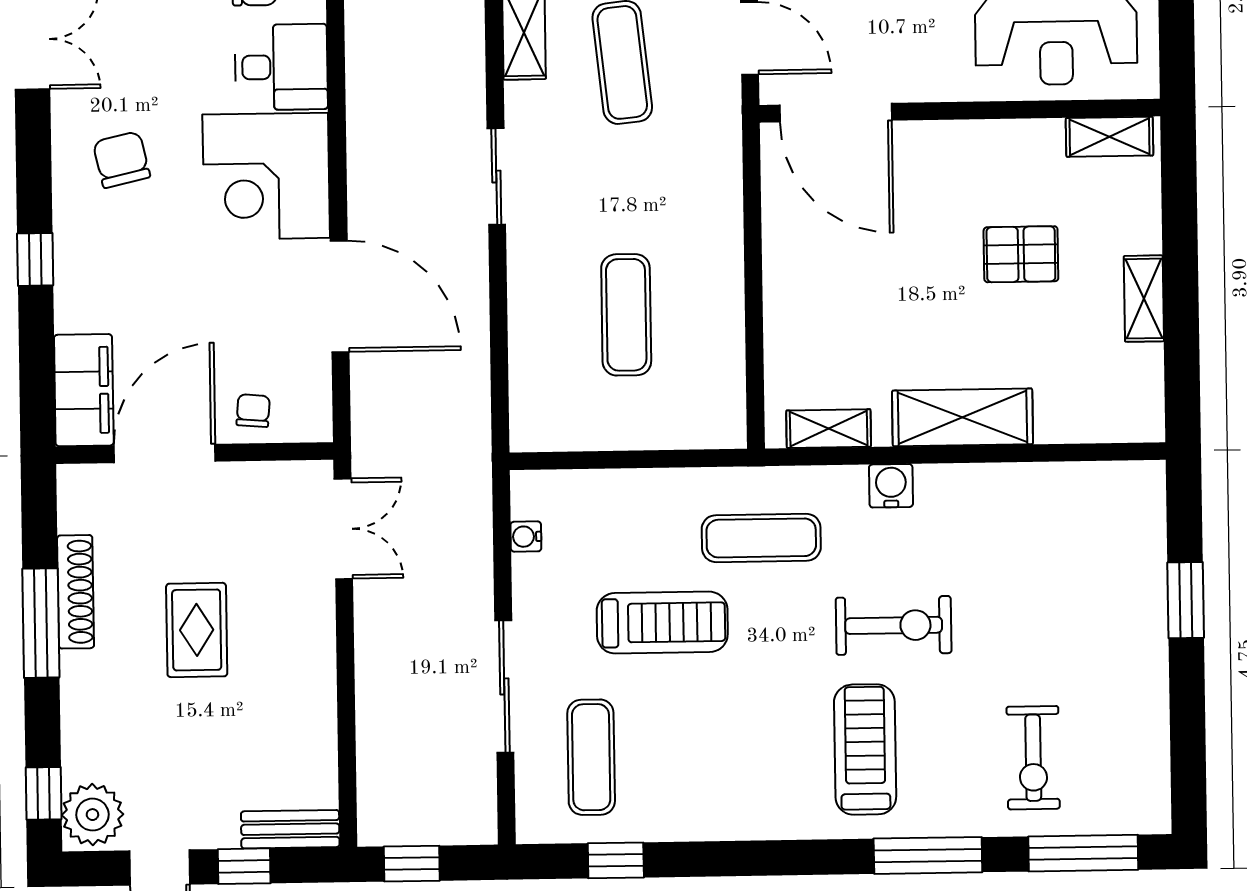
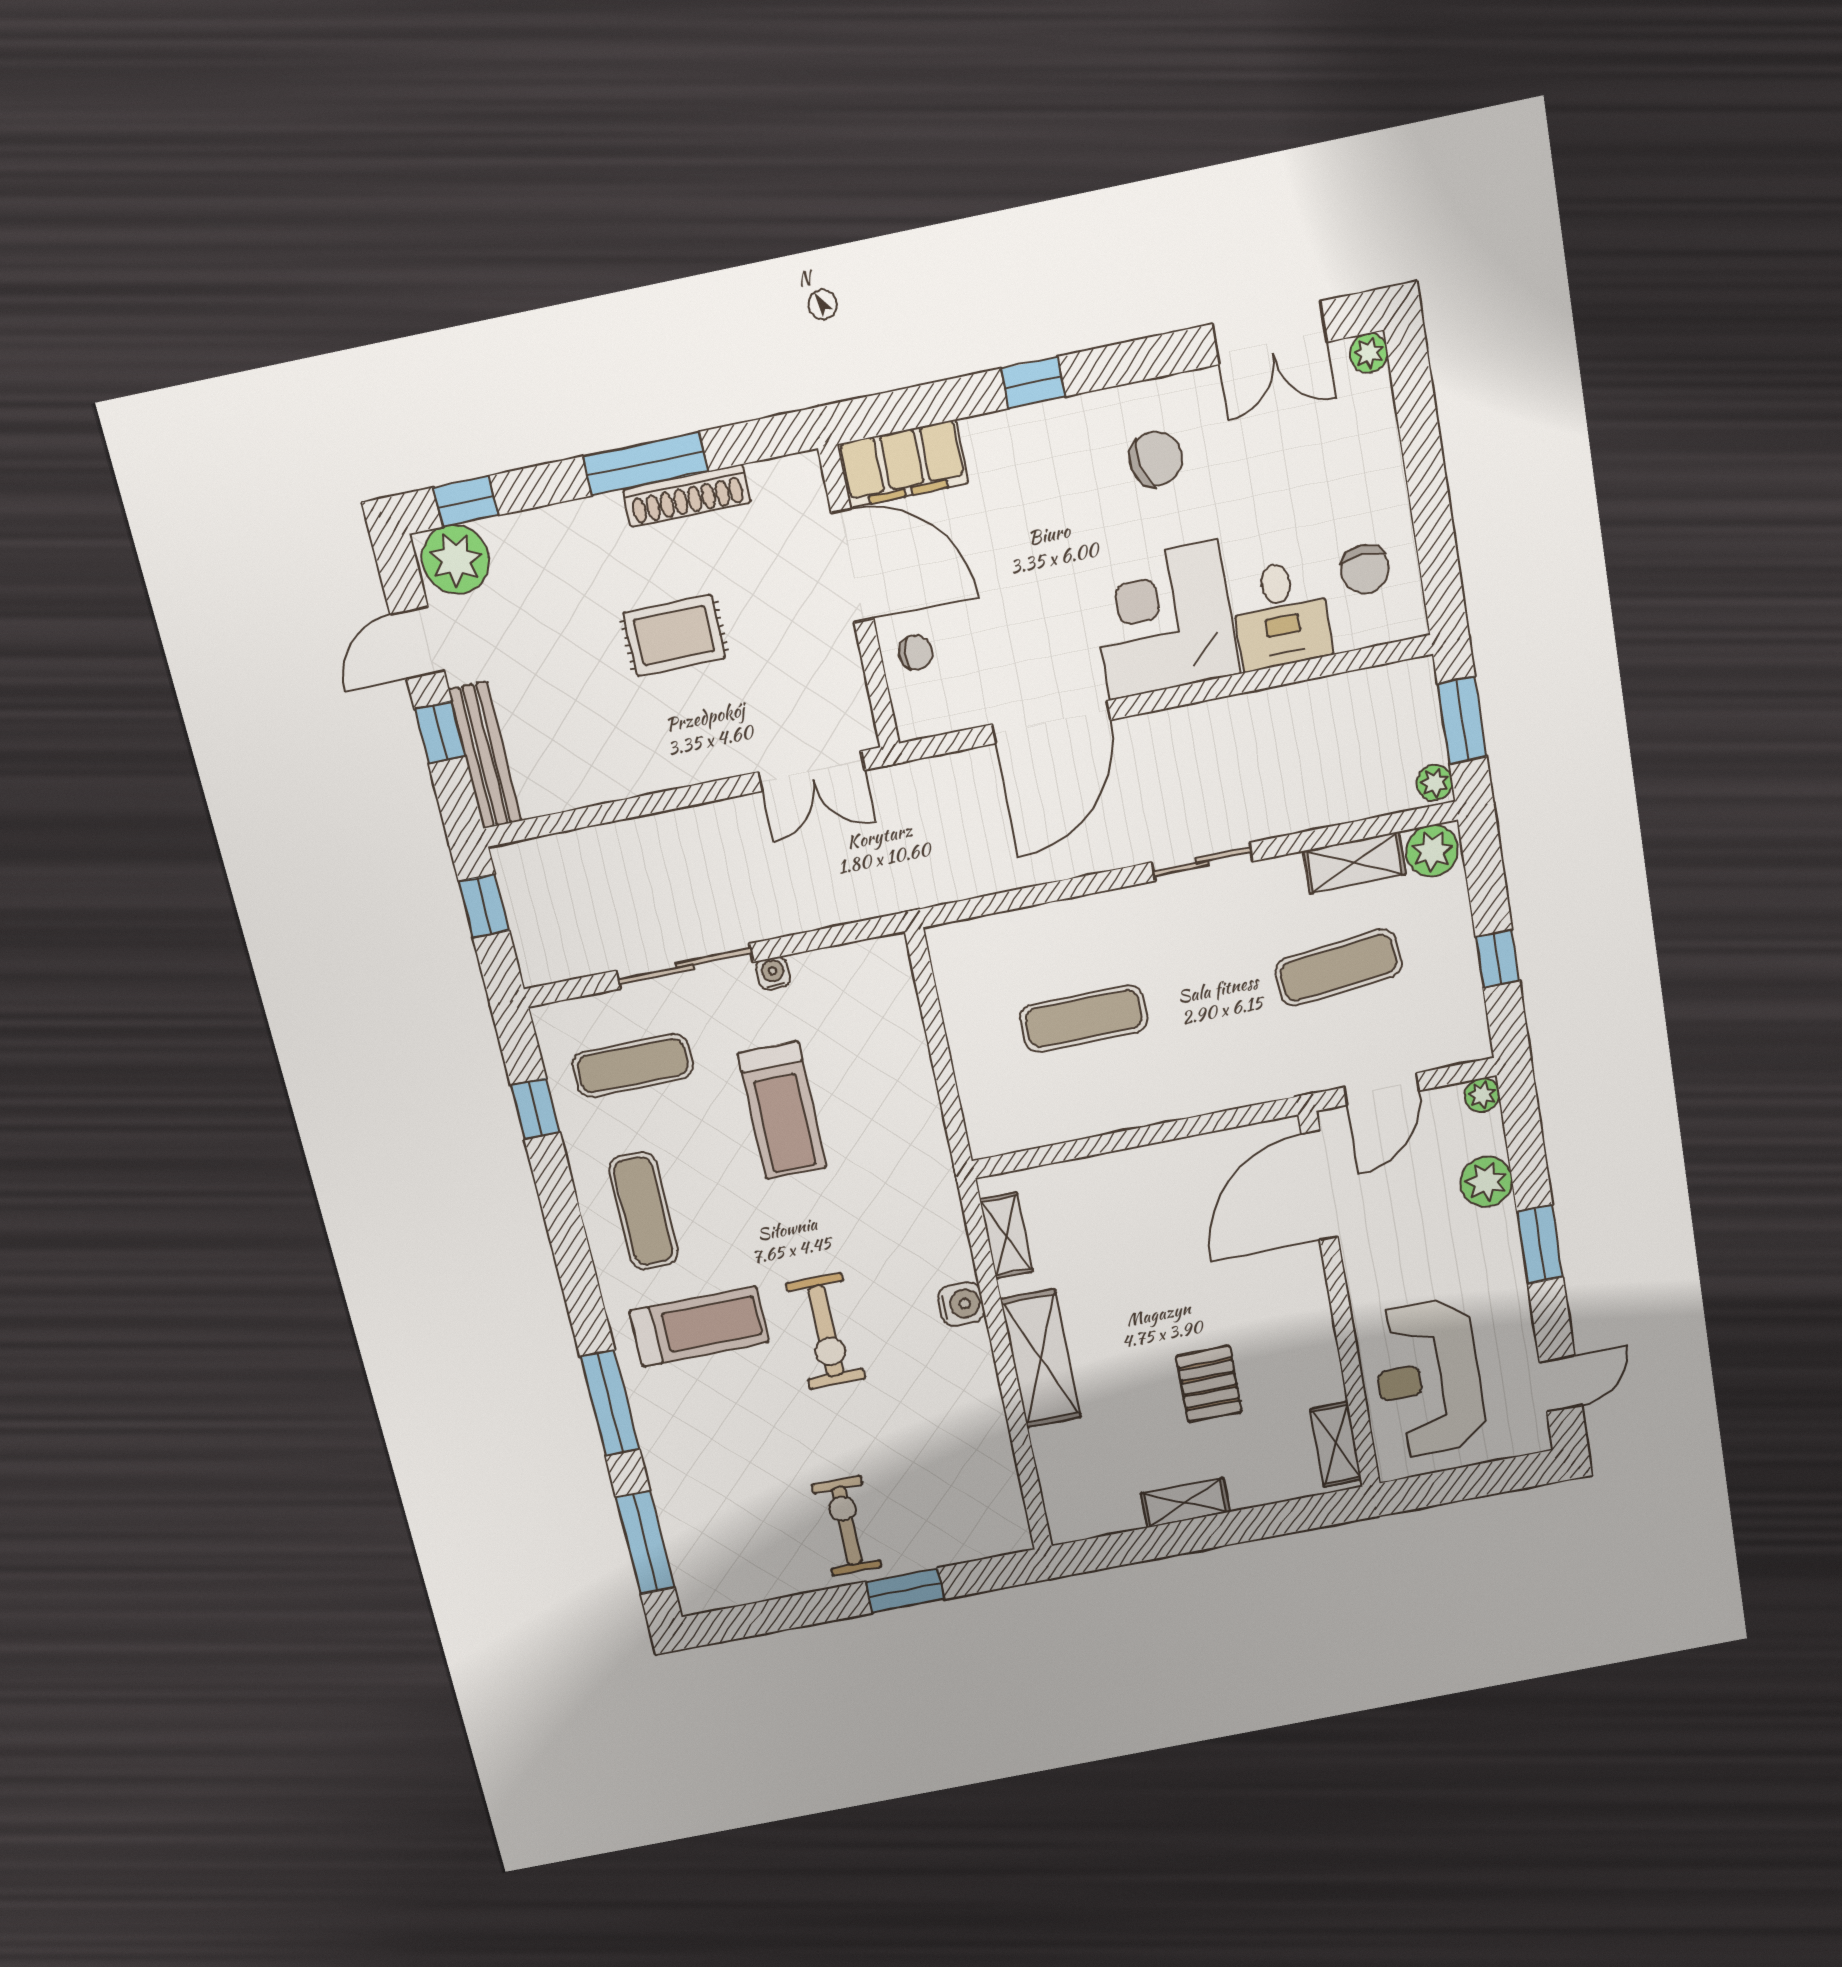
water cooler: (526, 537) -> (773, 973), moved
exercise mat: (761, 538) -> (643, 1211), moved
exercise bike: (1033, 758) -> (847, 1526), moved, turned 90
bench: (290, 829) -> (485, 755), width x1.36

